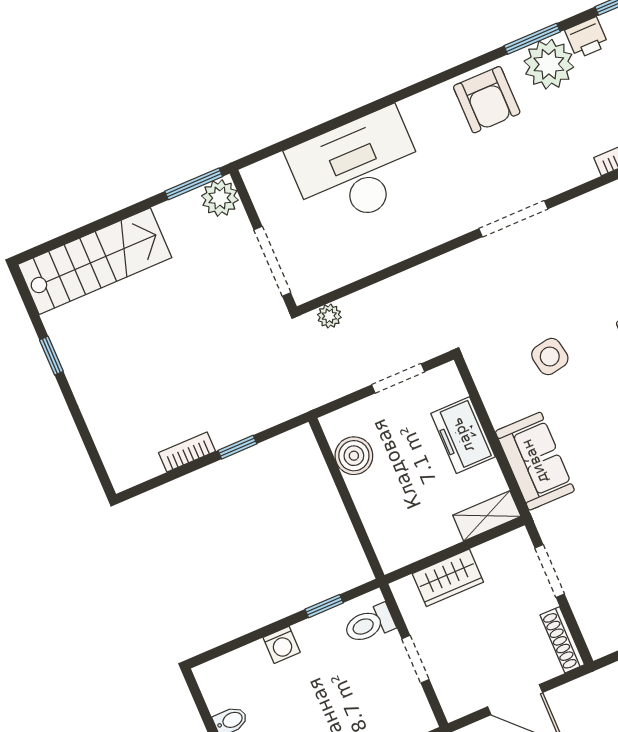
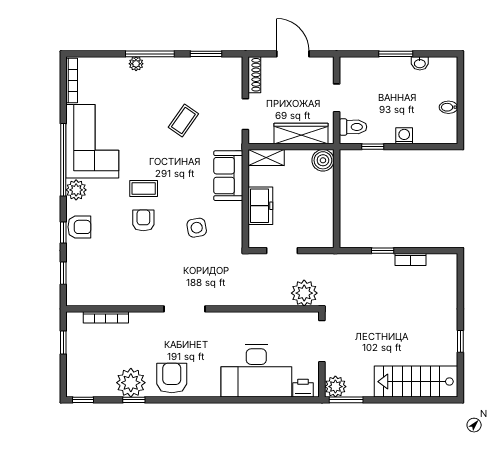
printer: (587, 38) -> (303, 388), moved
window: (532, 39) -> (134, 400), width x0.67
plant: (329, 316) -> (304, 293), width x1.88, depth x1.88
boiler: (354, 456) -> (323, 160), moved
wardrobe: (448, 578) -> (301, 134), width x1.50

